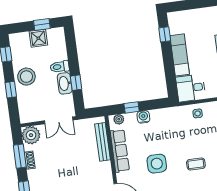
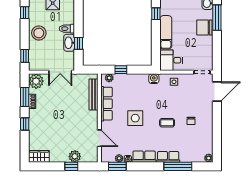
window: (11, 90) -> (25, 56), moved
water cooler: (143, 117) -> (154, 79), moved

